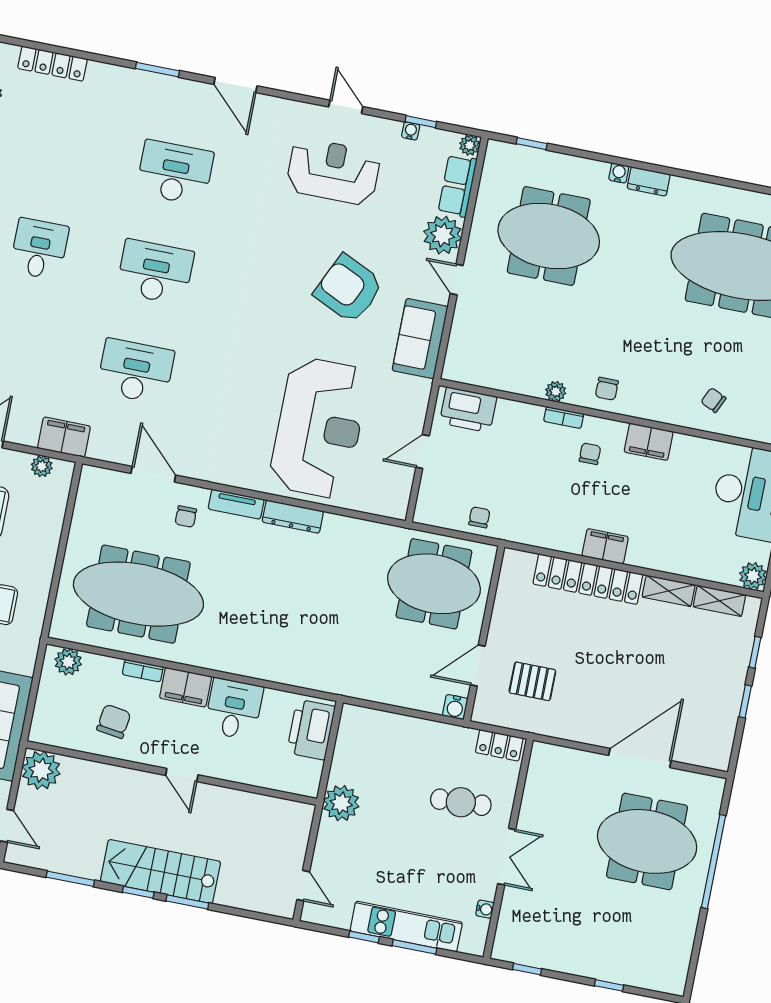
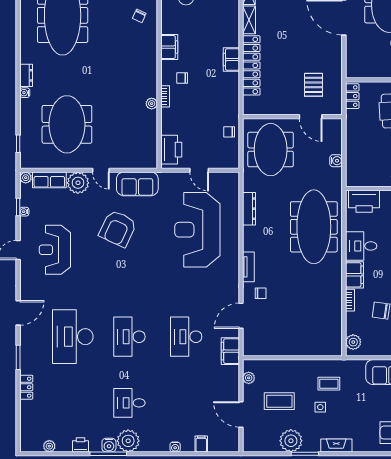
locker: (53, 64) -> (26, 387), moved, width x0.66
desk: (175, 173) -> (73, 337), width x1.36, depth x1.30
door: (457, 280) -> (101, 170), hinge flipped
chair: (607, 389) -> (145, 76), removed
reception desk: (319, 428) -> (197, 230), turned -90
filing cabinet: (64, 437) -> (230, 351), moved
dresser: (293, 517) -> (249, 209), moved
meeting table: (138, 594) -> (314, 227), moved
water cooler: (455, 707) -> (336, 161), moved

